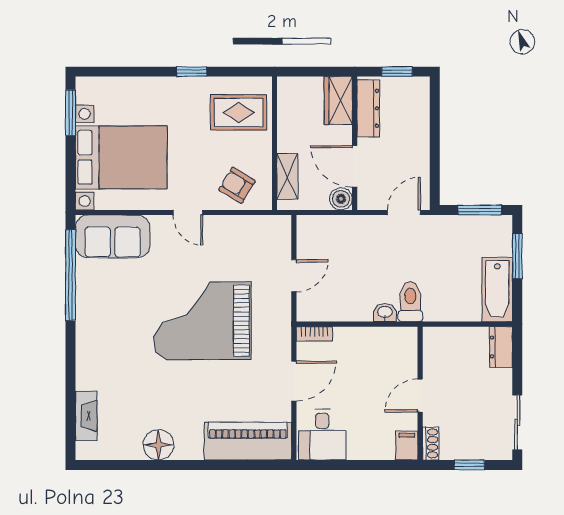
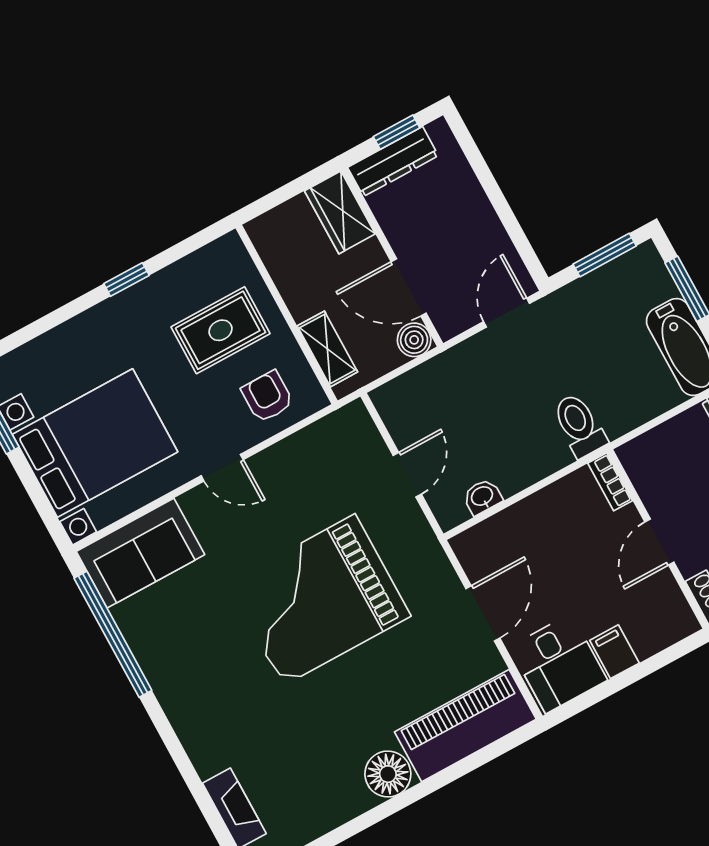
dresser: (368, 108) -> (393, 162), moved, turned 90
rug: (239, 112) -> (220, 330), moved
armchair: (237, 185) -> (267, 397), turned 59
washbasin: (385, 313) -> (482, 497), moved
bookcase: (314, 334) -> (610, 482), moved, turned 90
floor lamp: (159, 445) -> (388, 774), moved
filing cabinet: (407, 445) -> (614, 652), moved

